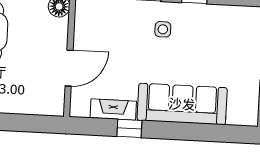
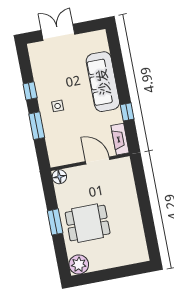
fireplace: (113, 109) -> (120, 139), moved

